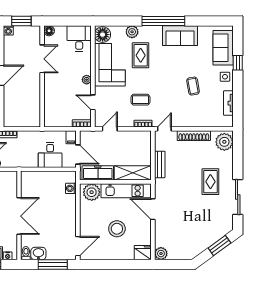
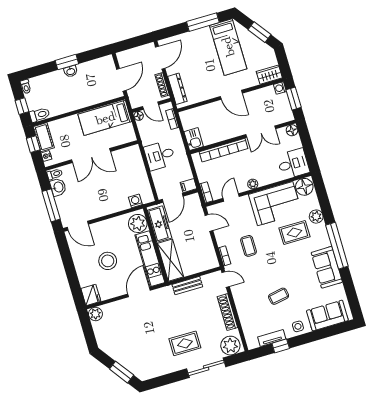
window: (238, 63) -> (281, 346), moved
bookcase: (49, 97) -> (223, 150), added
kitchen sink: (31, 120) -> (194, 139), added
desk: (50, 155) -> (160, 155), moved
sliding door: (238, 197) -> (206, 368), moved

